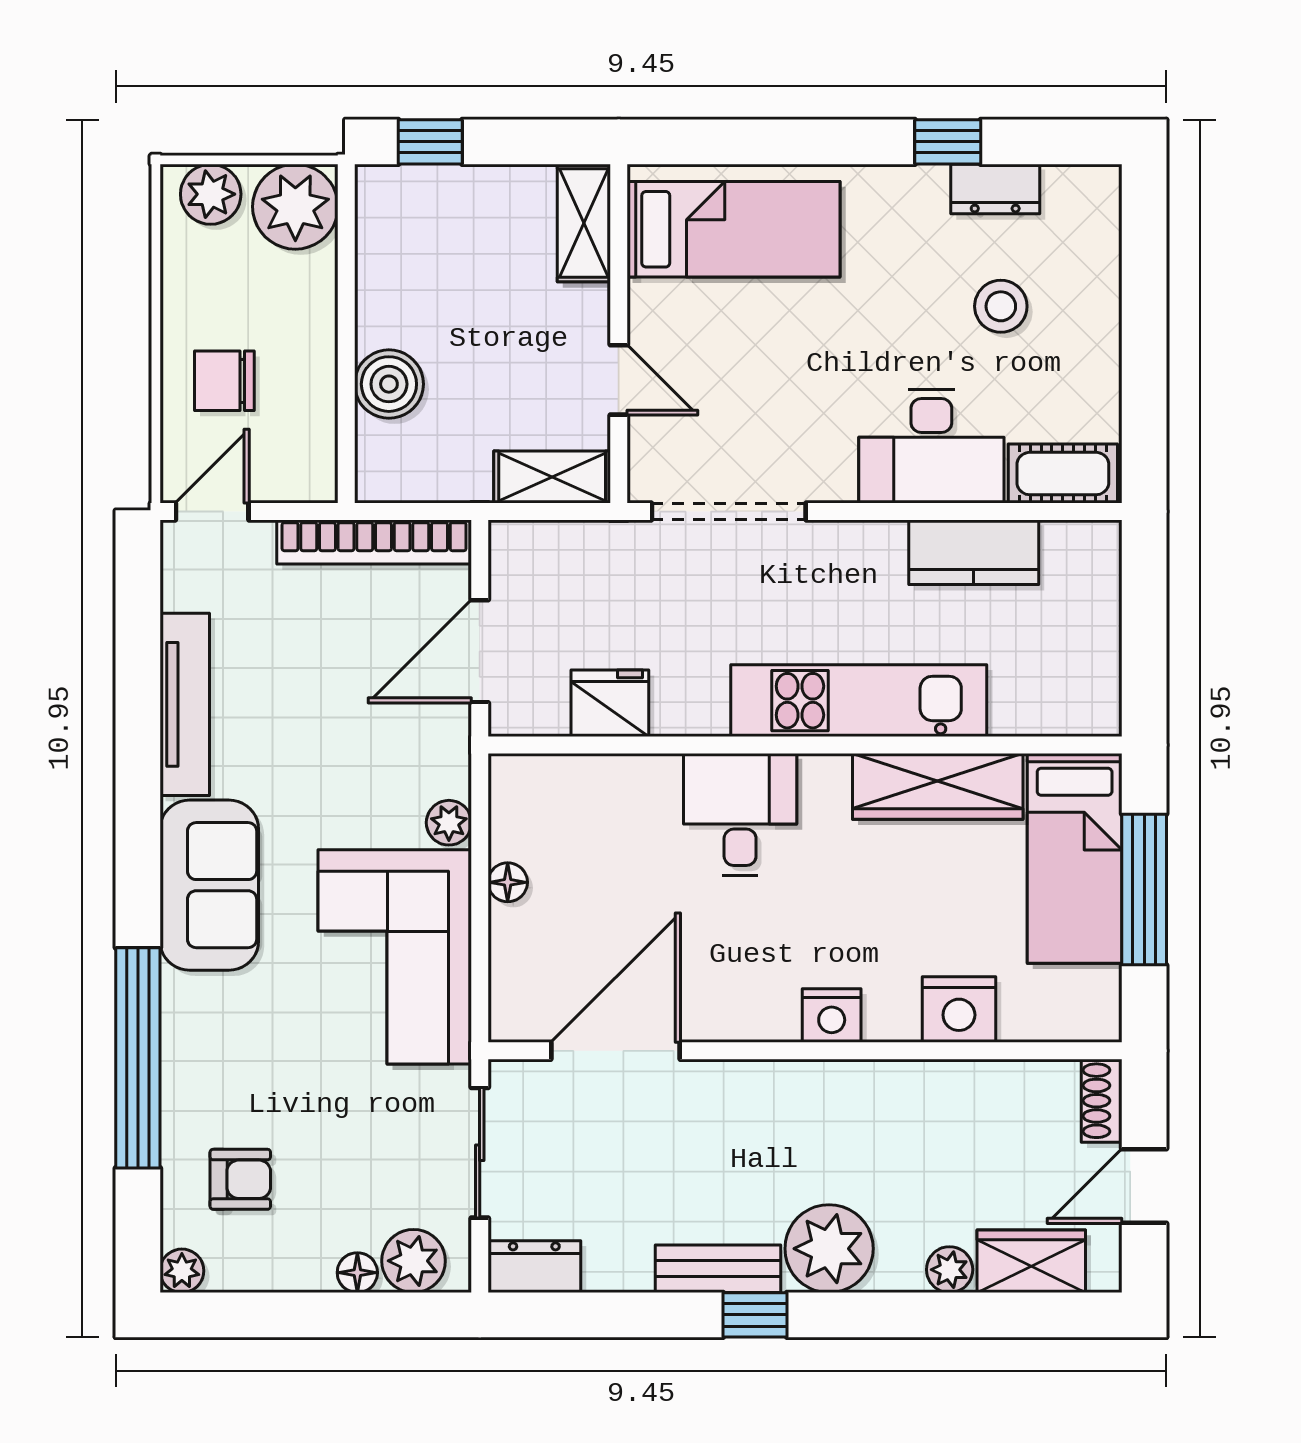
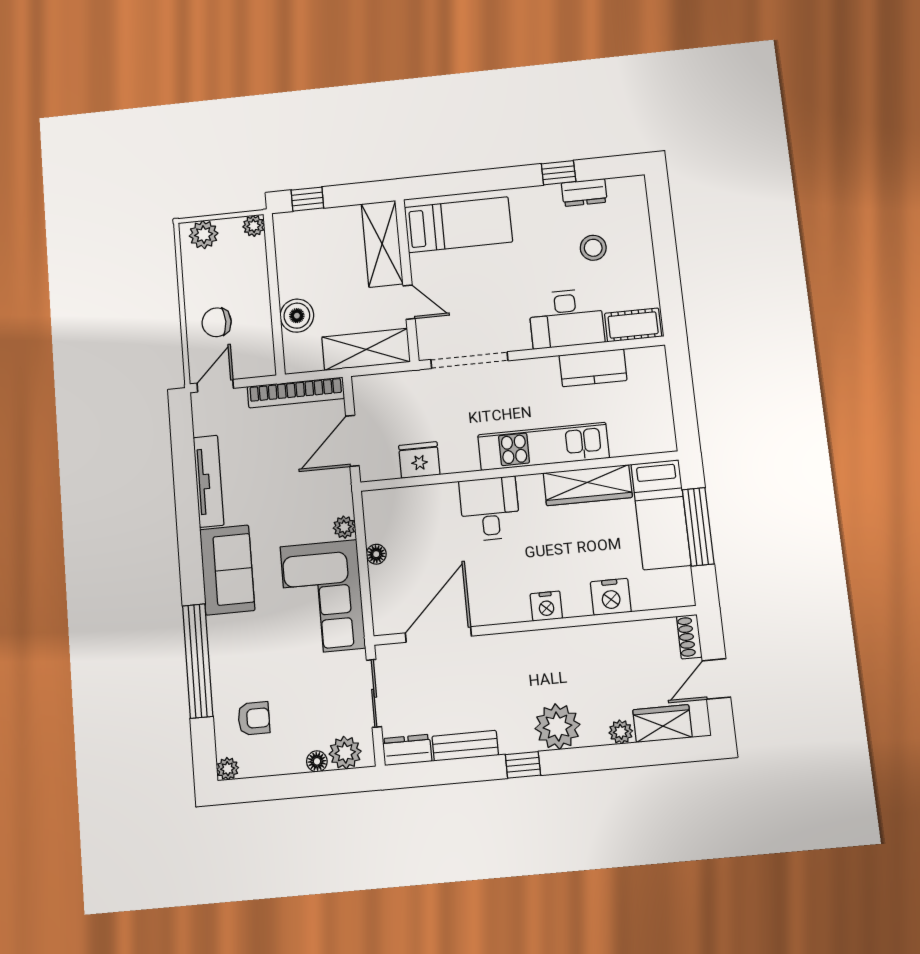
plant: (295, 207) -> (254, 226), width x0.53, depth x0.53
shelving: (584, 223) -> (382, 244), width x1.50, depth x1.33
shelving: (552, 477) -> (366, 349), width x1.50, depth x1.33
bench: (718, 1269) -> (465, 746), moved

